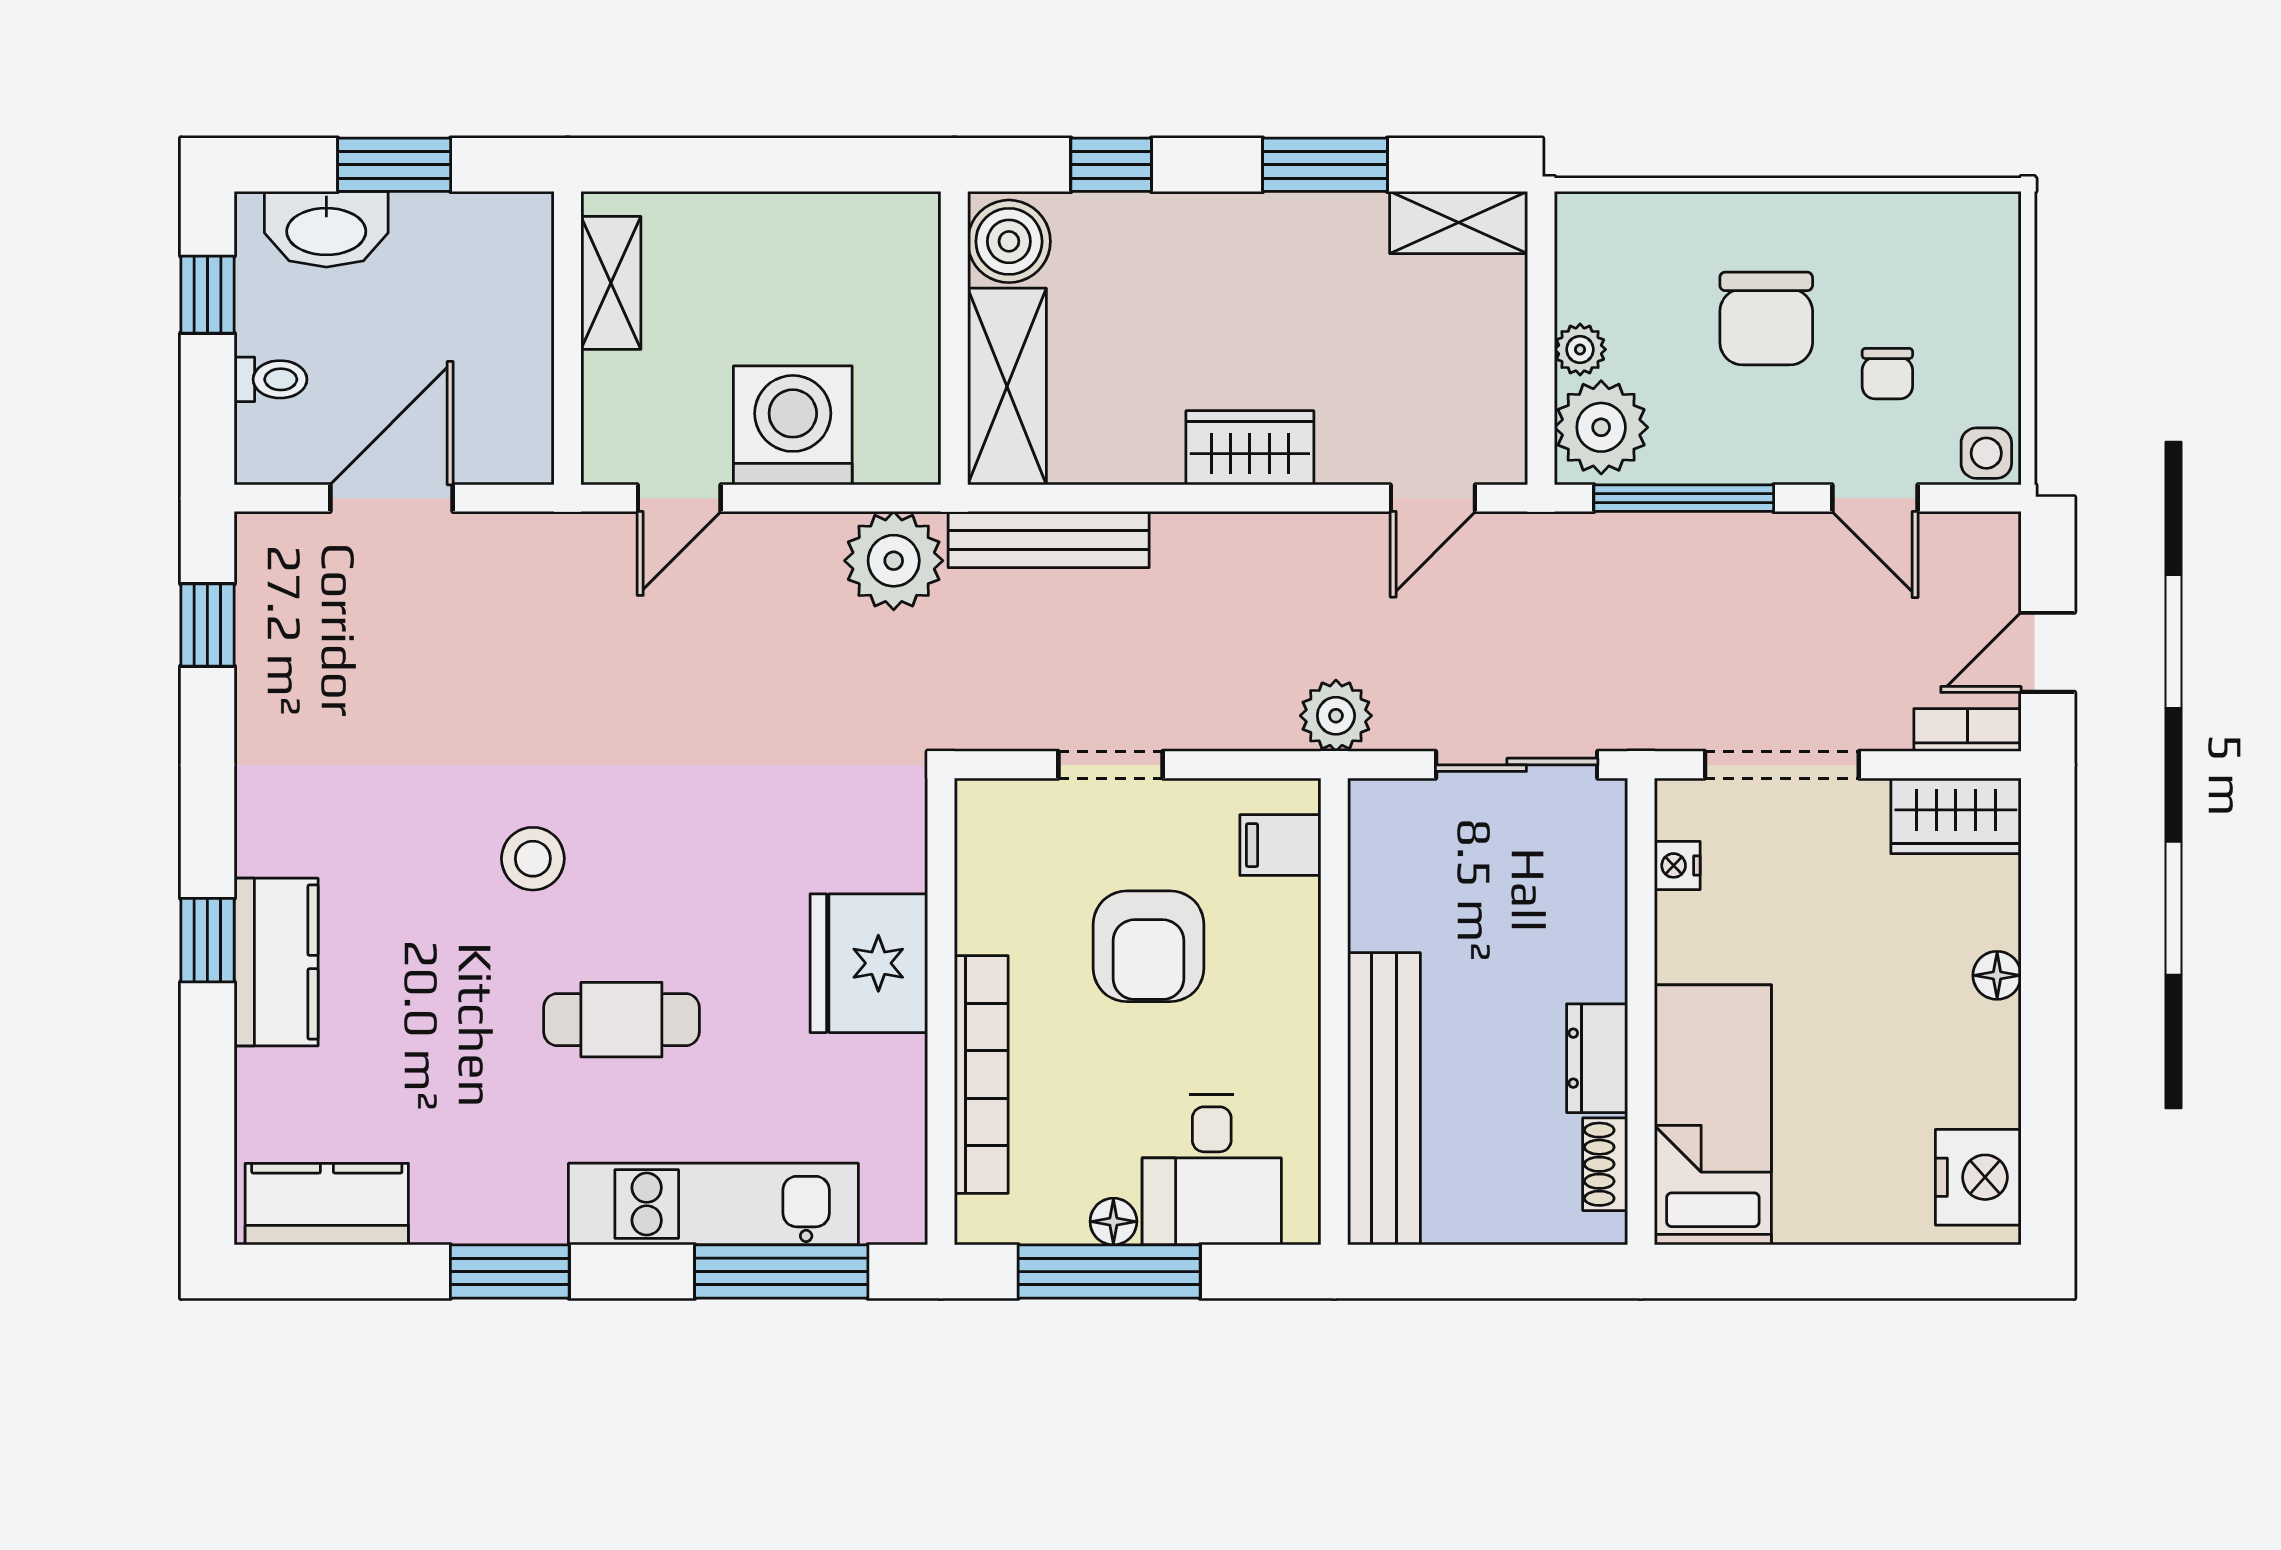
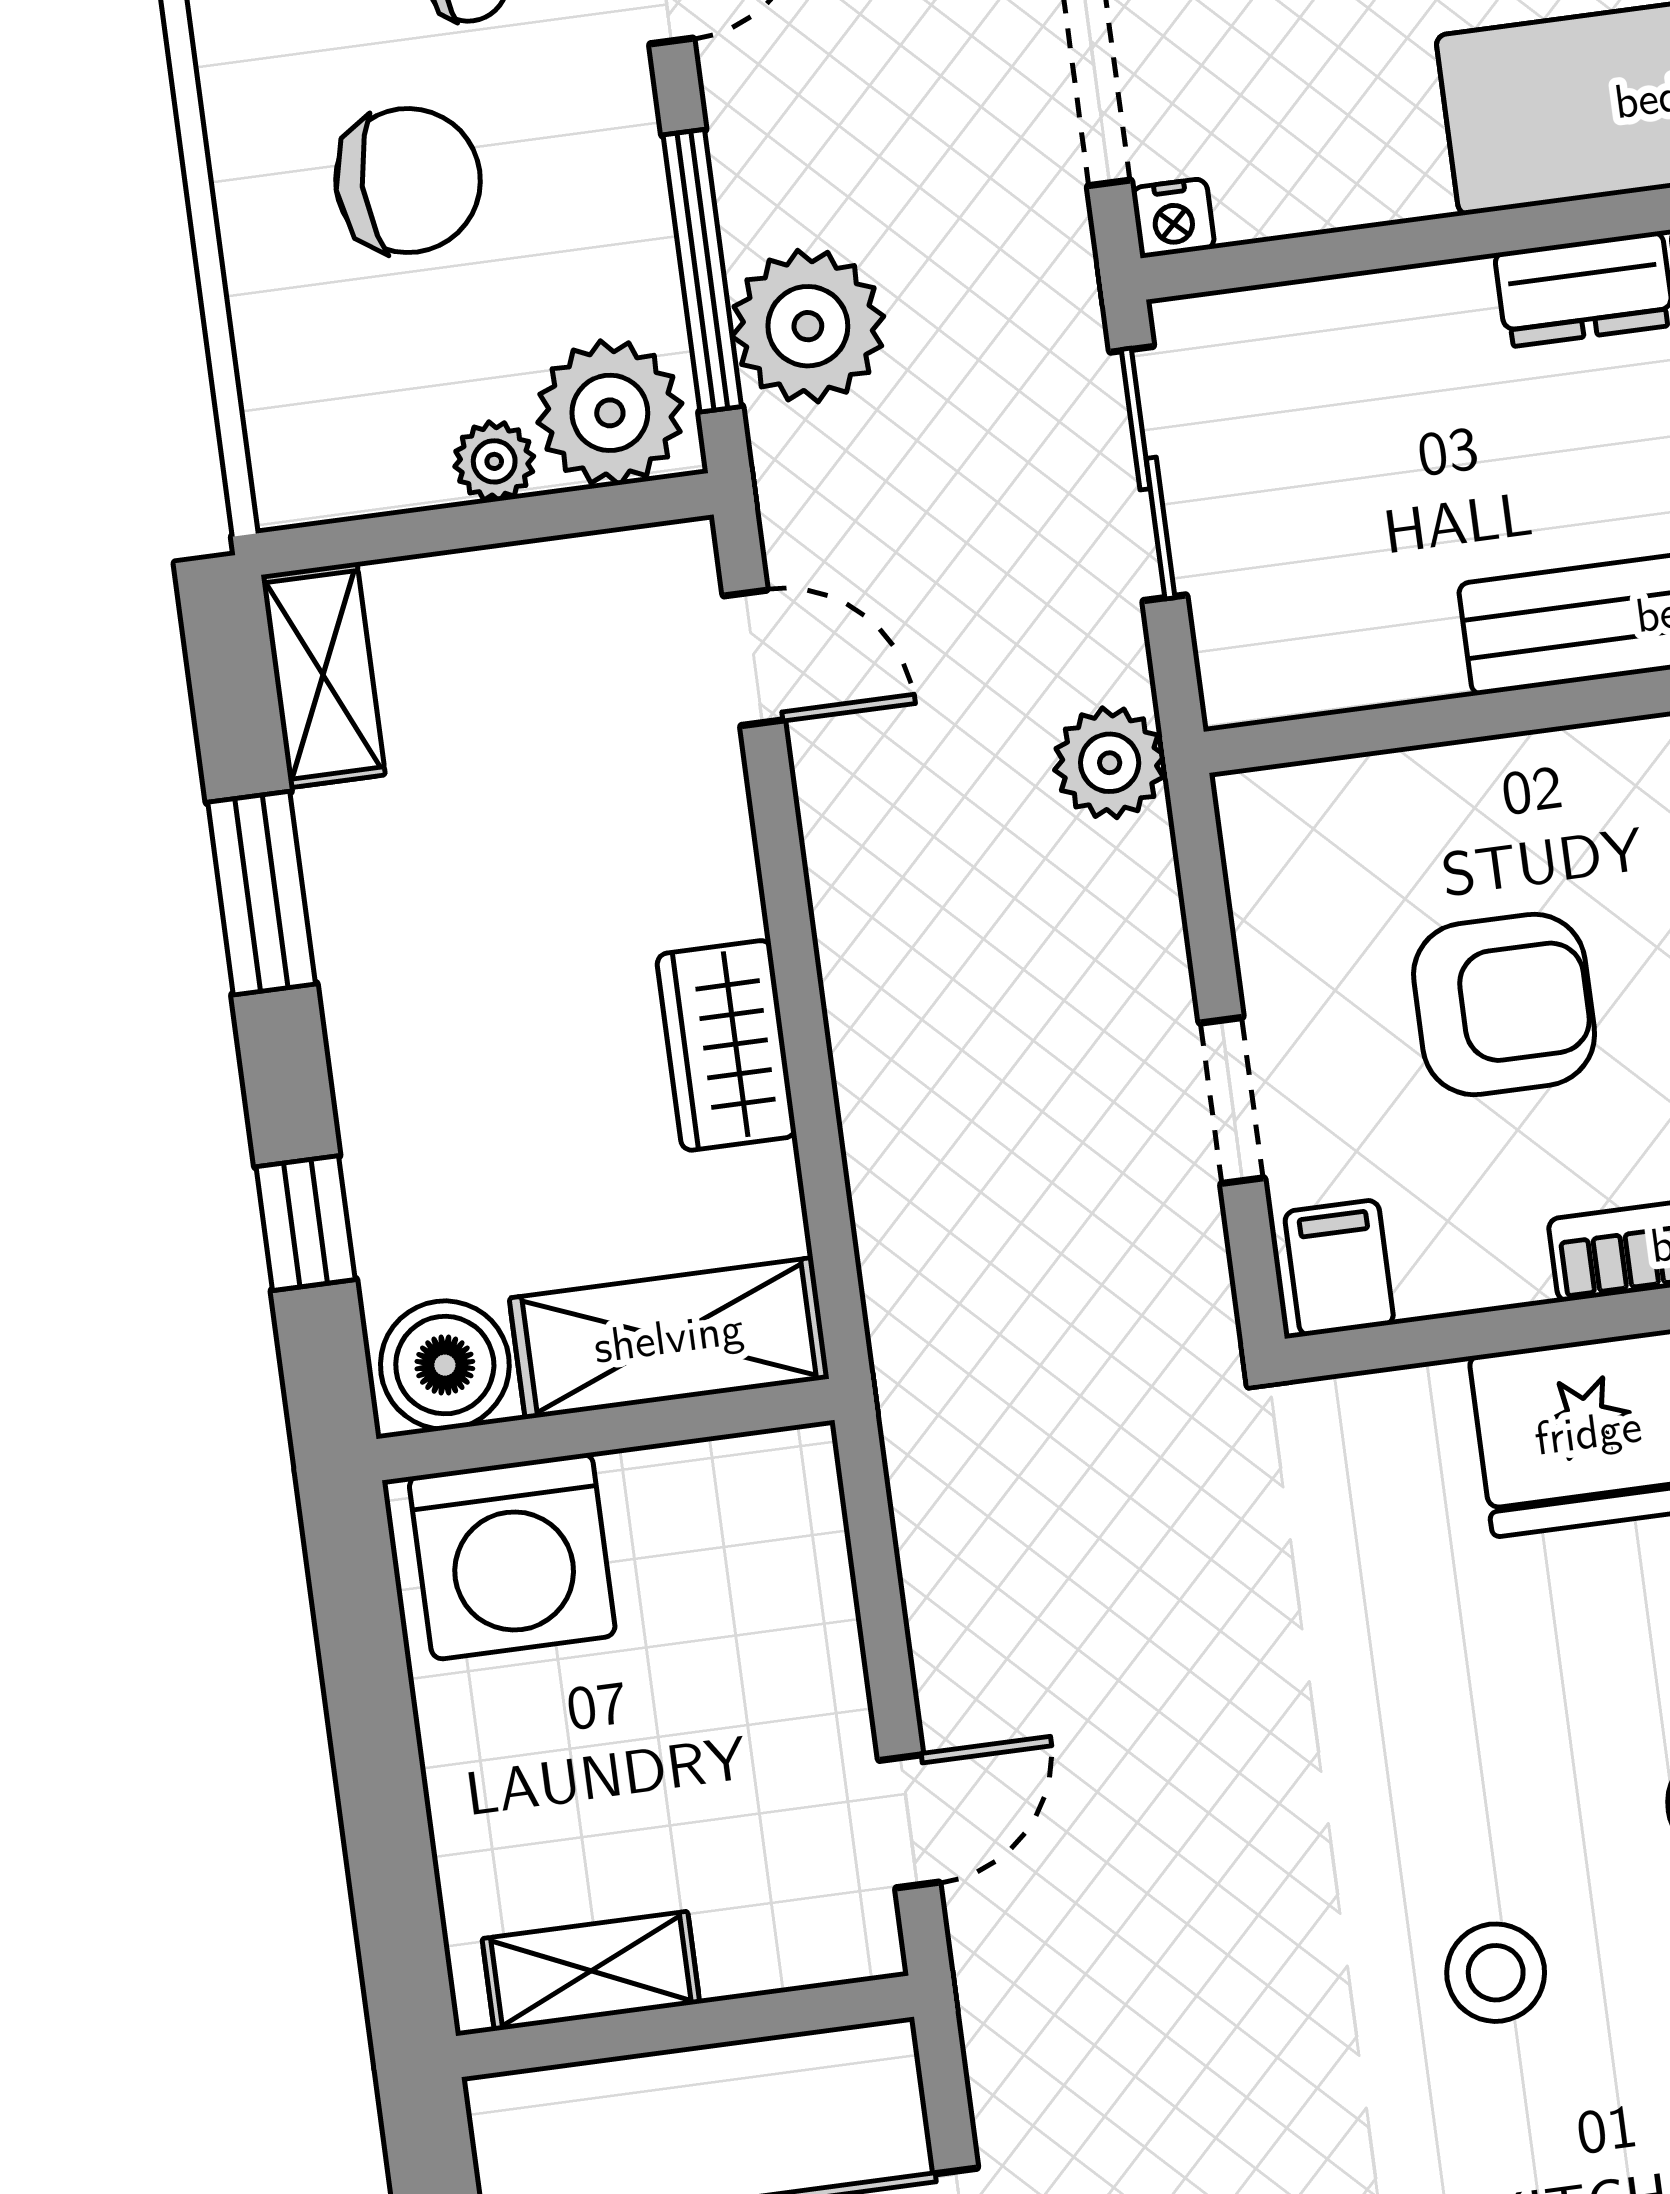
washing machine: (793, 425) -> (512, 1556), moved, turned -90
wardrobe: (1250, 448) -> (726, 1045), moved
door: (679, 498) -> (909, 1821), hinge flipped
bench: (1049, 540) -> (897, 1242), removed
plant: (894, 561) -> (808, 326), moved
filing cabinet: (1280, 845) -> (1339, 1268), moved, turned 180
nightstand: (1677, 865) -> (1173, 218), moved

